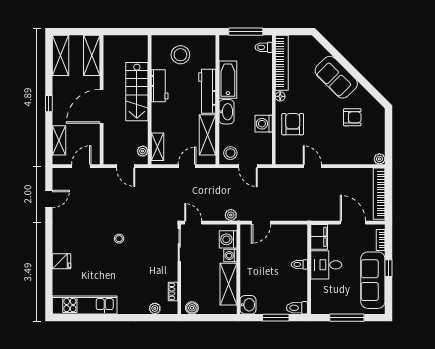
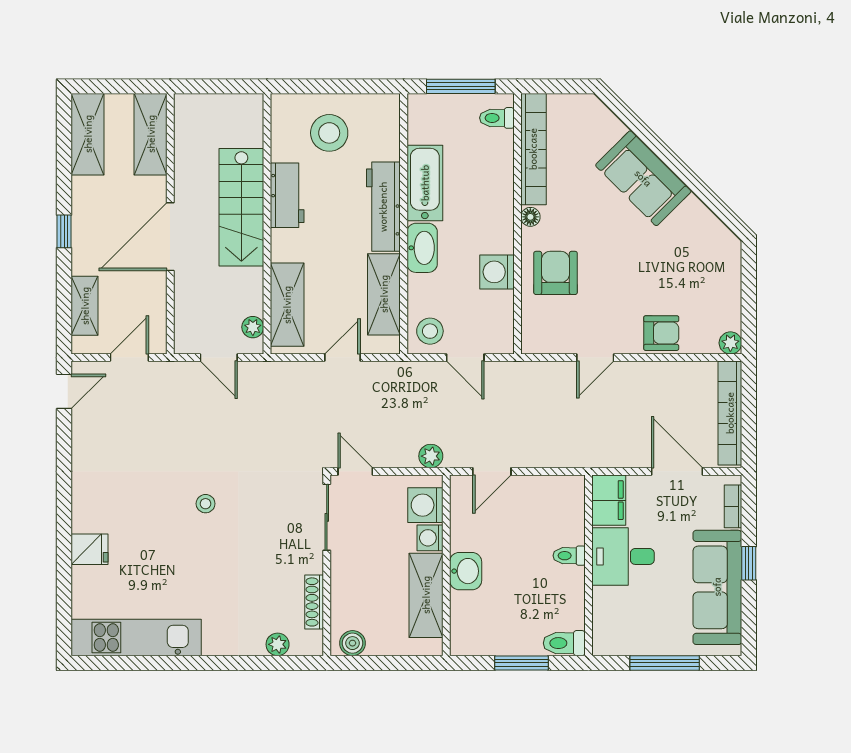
armchair: (352, 117) -> (661, 333), moved
shelving: (157, 147) -> (287, 305), width x1.50, depth x1.33
door: (312, 166) -> (595, 358), swing flipped
door: (49, 199) -> (64, 391), moved
shoe rack: (173, 291) -> (314, 602), width x1.43
washbasin: (248, 305) -> (466, 571), moved

